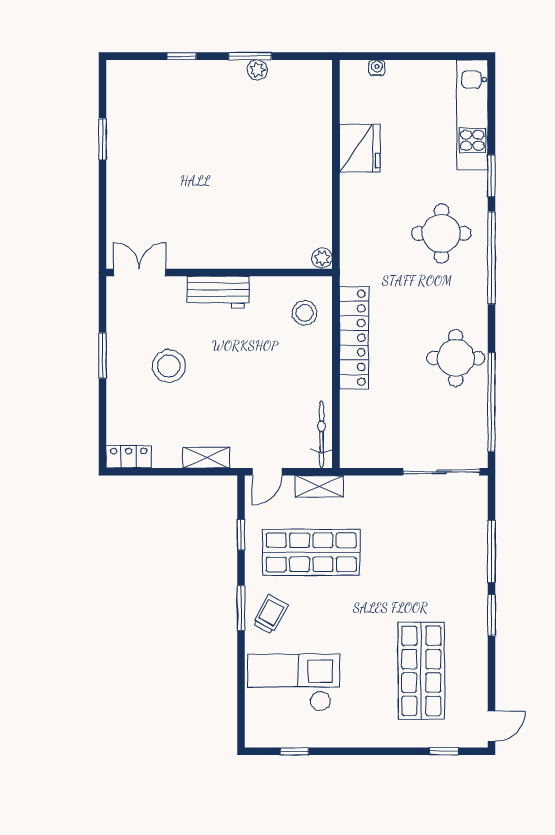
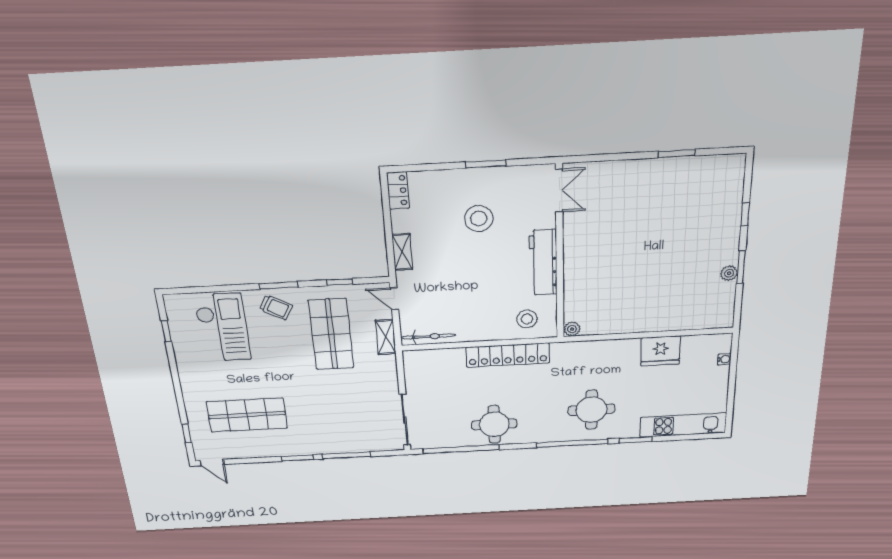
workbench: (218, 292) -> (543, 263), width x1.38

